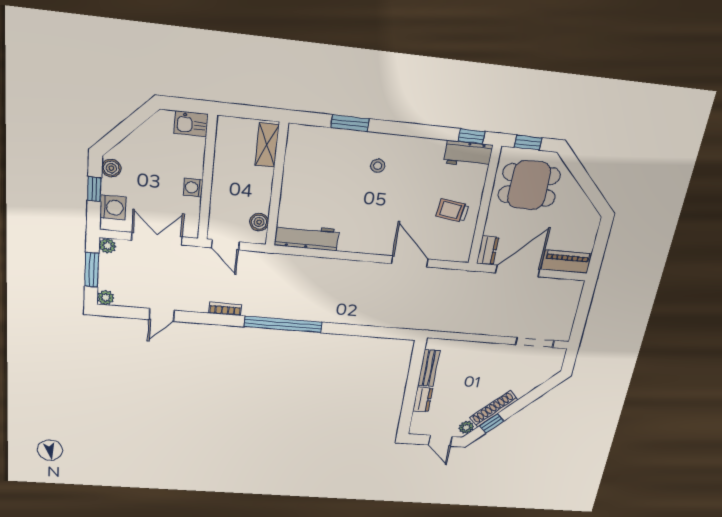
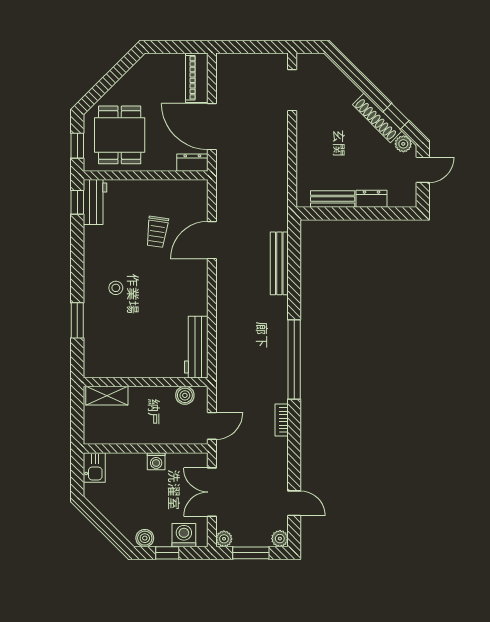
trolley: (452, 211) -> (157, 232), moved
door: (162, 315) -> (294, 503), moved
bench: (377, 319) -> (279, 263), added

